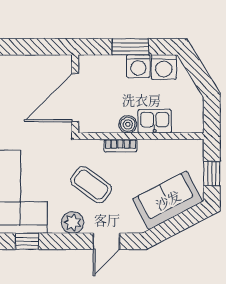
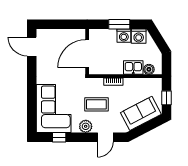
boiler: (128, 124) -> (149, 69), moved
coffee table: (91, 185) -> (96, 104), turned -36

